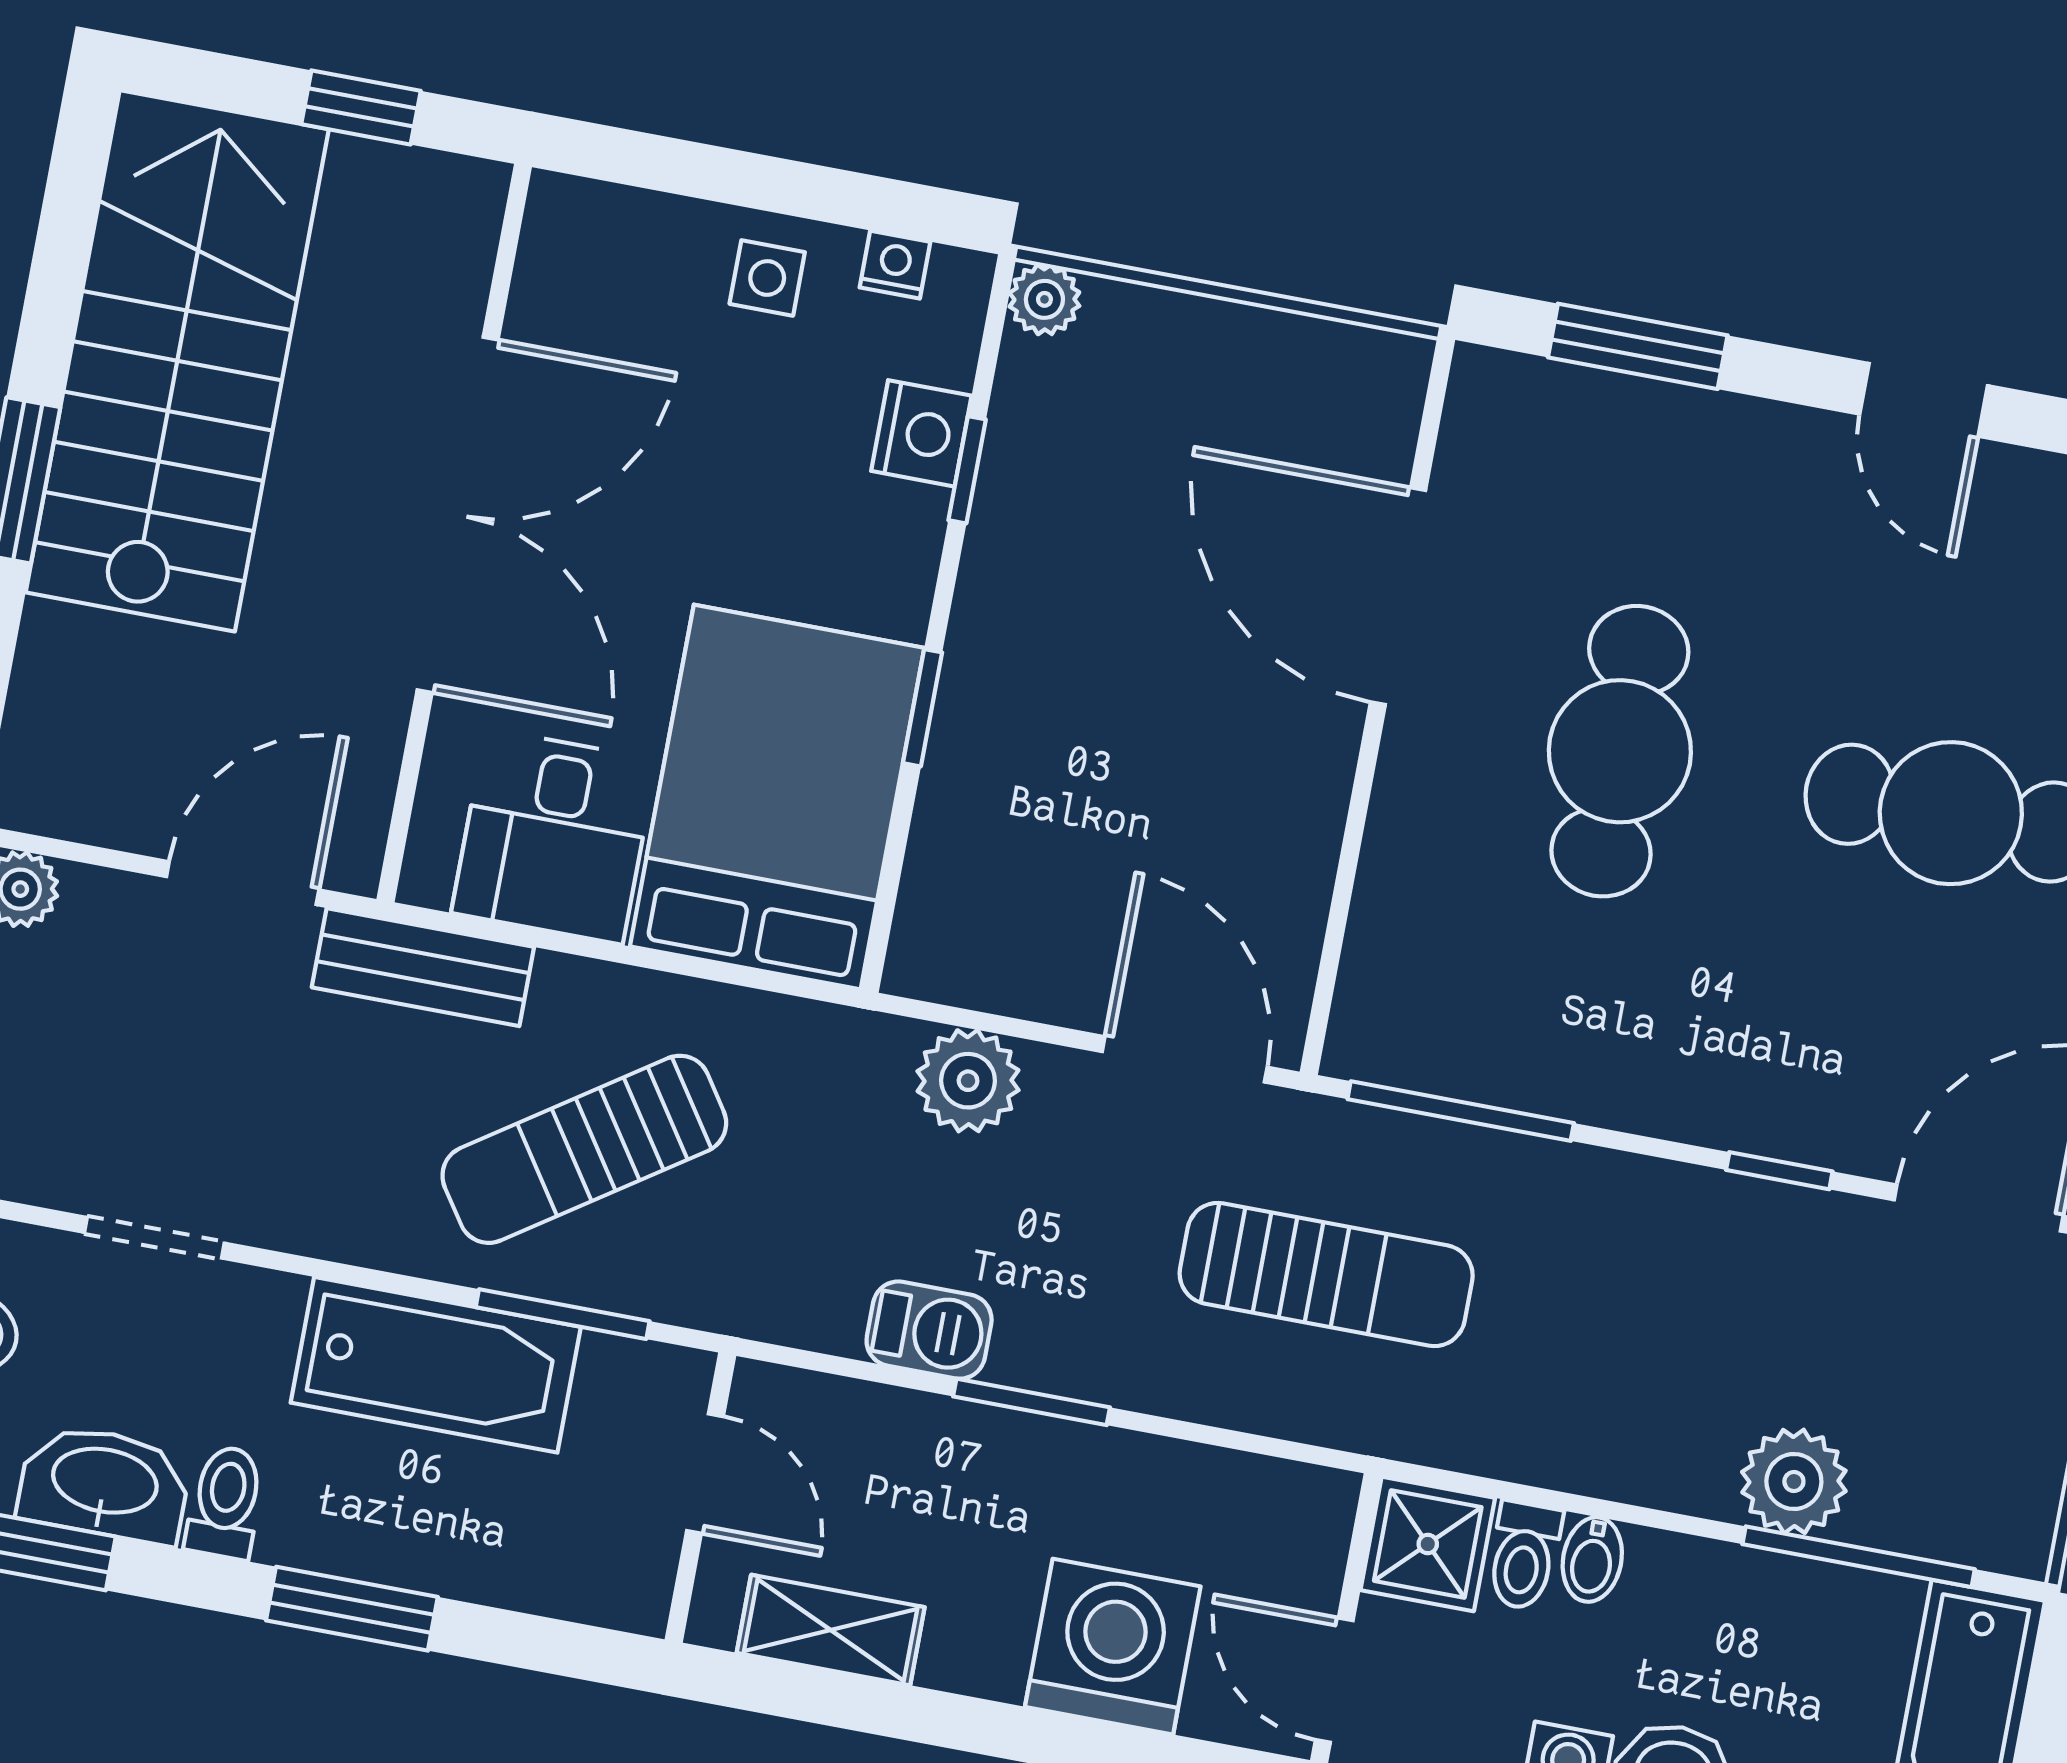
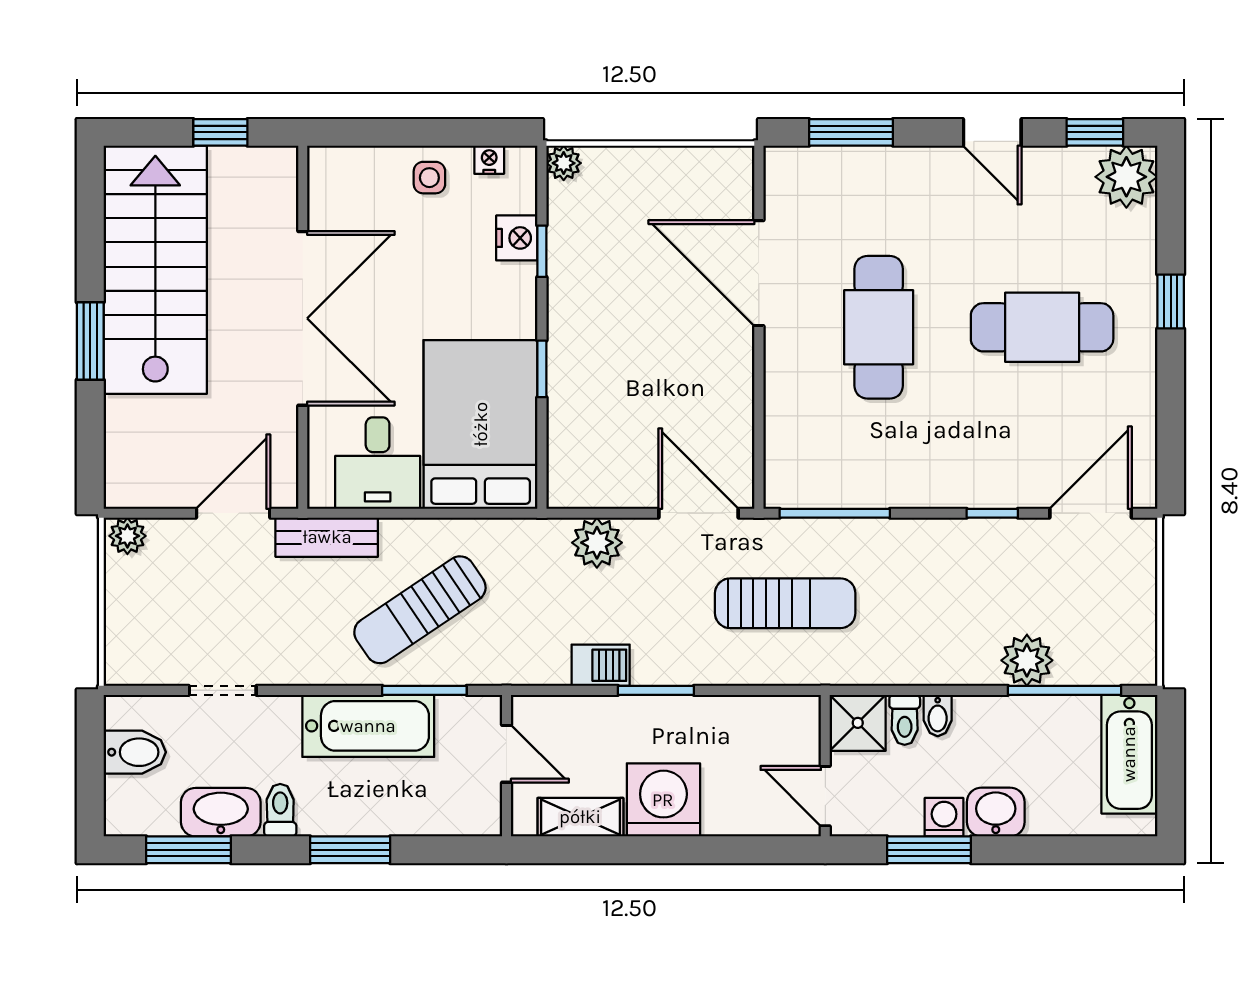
washing machine: (1113, 1647) -> (663, 800), moved

